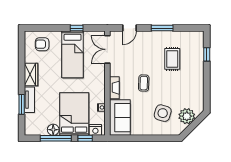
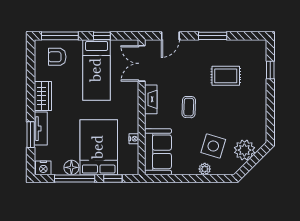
window: (44, 28) -> (60, 36), added
rug: (172, 59) -> (226, 76), turned 90
fireplace: (114, 88) -> (151, 99), moved
nightstand: (95, 130) -> (43, 168), moved
plant: (156, 131) -> (205, 169), added

